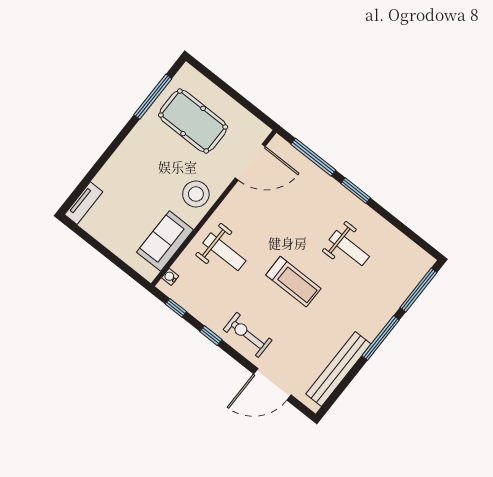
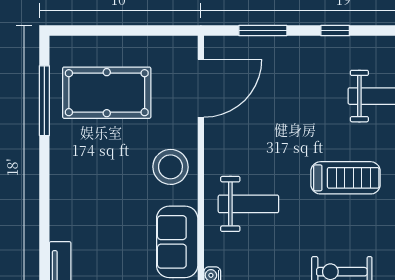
window: (313, 157) -> (263, 31), width x0.69
window: (356, 191) -> (335, 31), width x0.67

